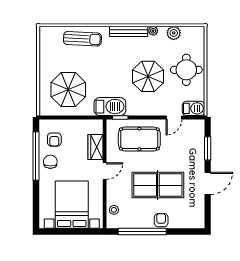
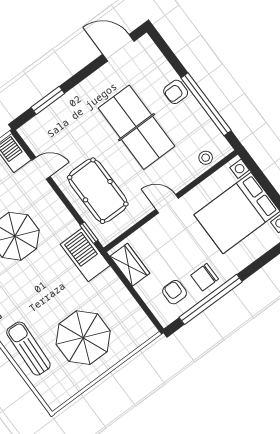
parasol: (68, 90) -> (83, 338), moved
armchair: (54, 140) -> (175, 292), turned -90
wardrobe: (96, 147) -> (130, 265), moved, turned -90
door: (208, 183) -> (118, 48), moved

